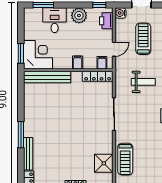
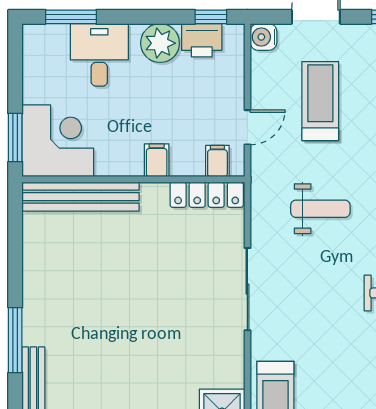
printer: (106, 21) -> (202, 40), moved, turned -90

